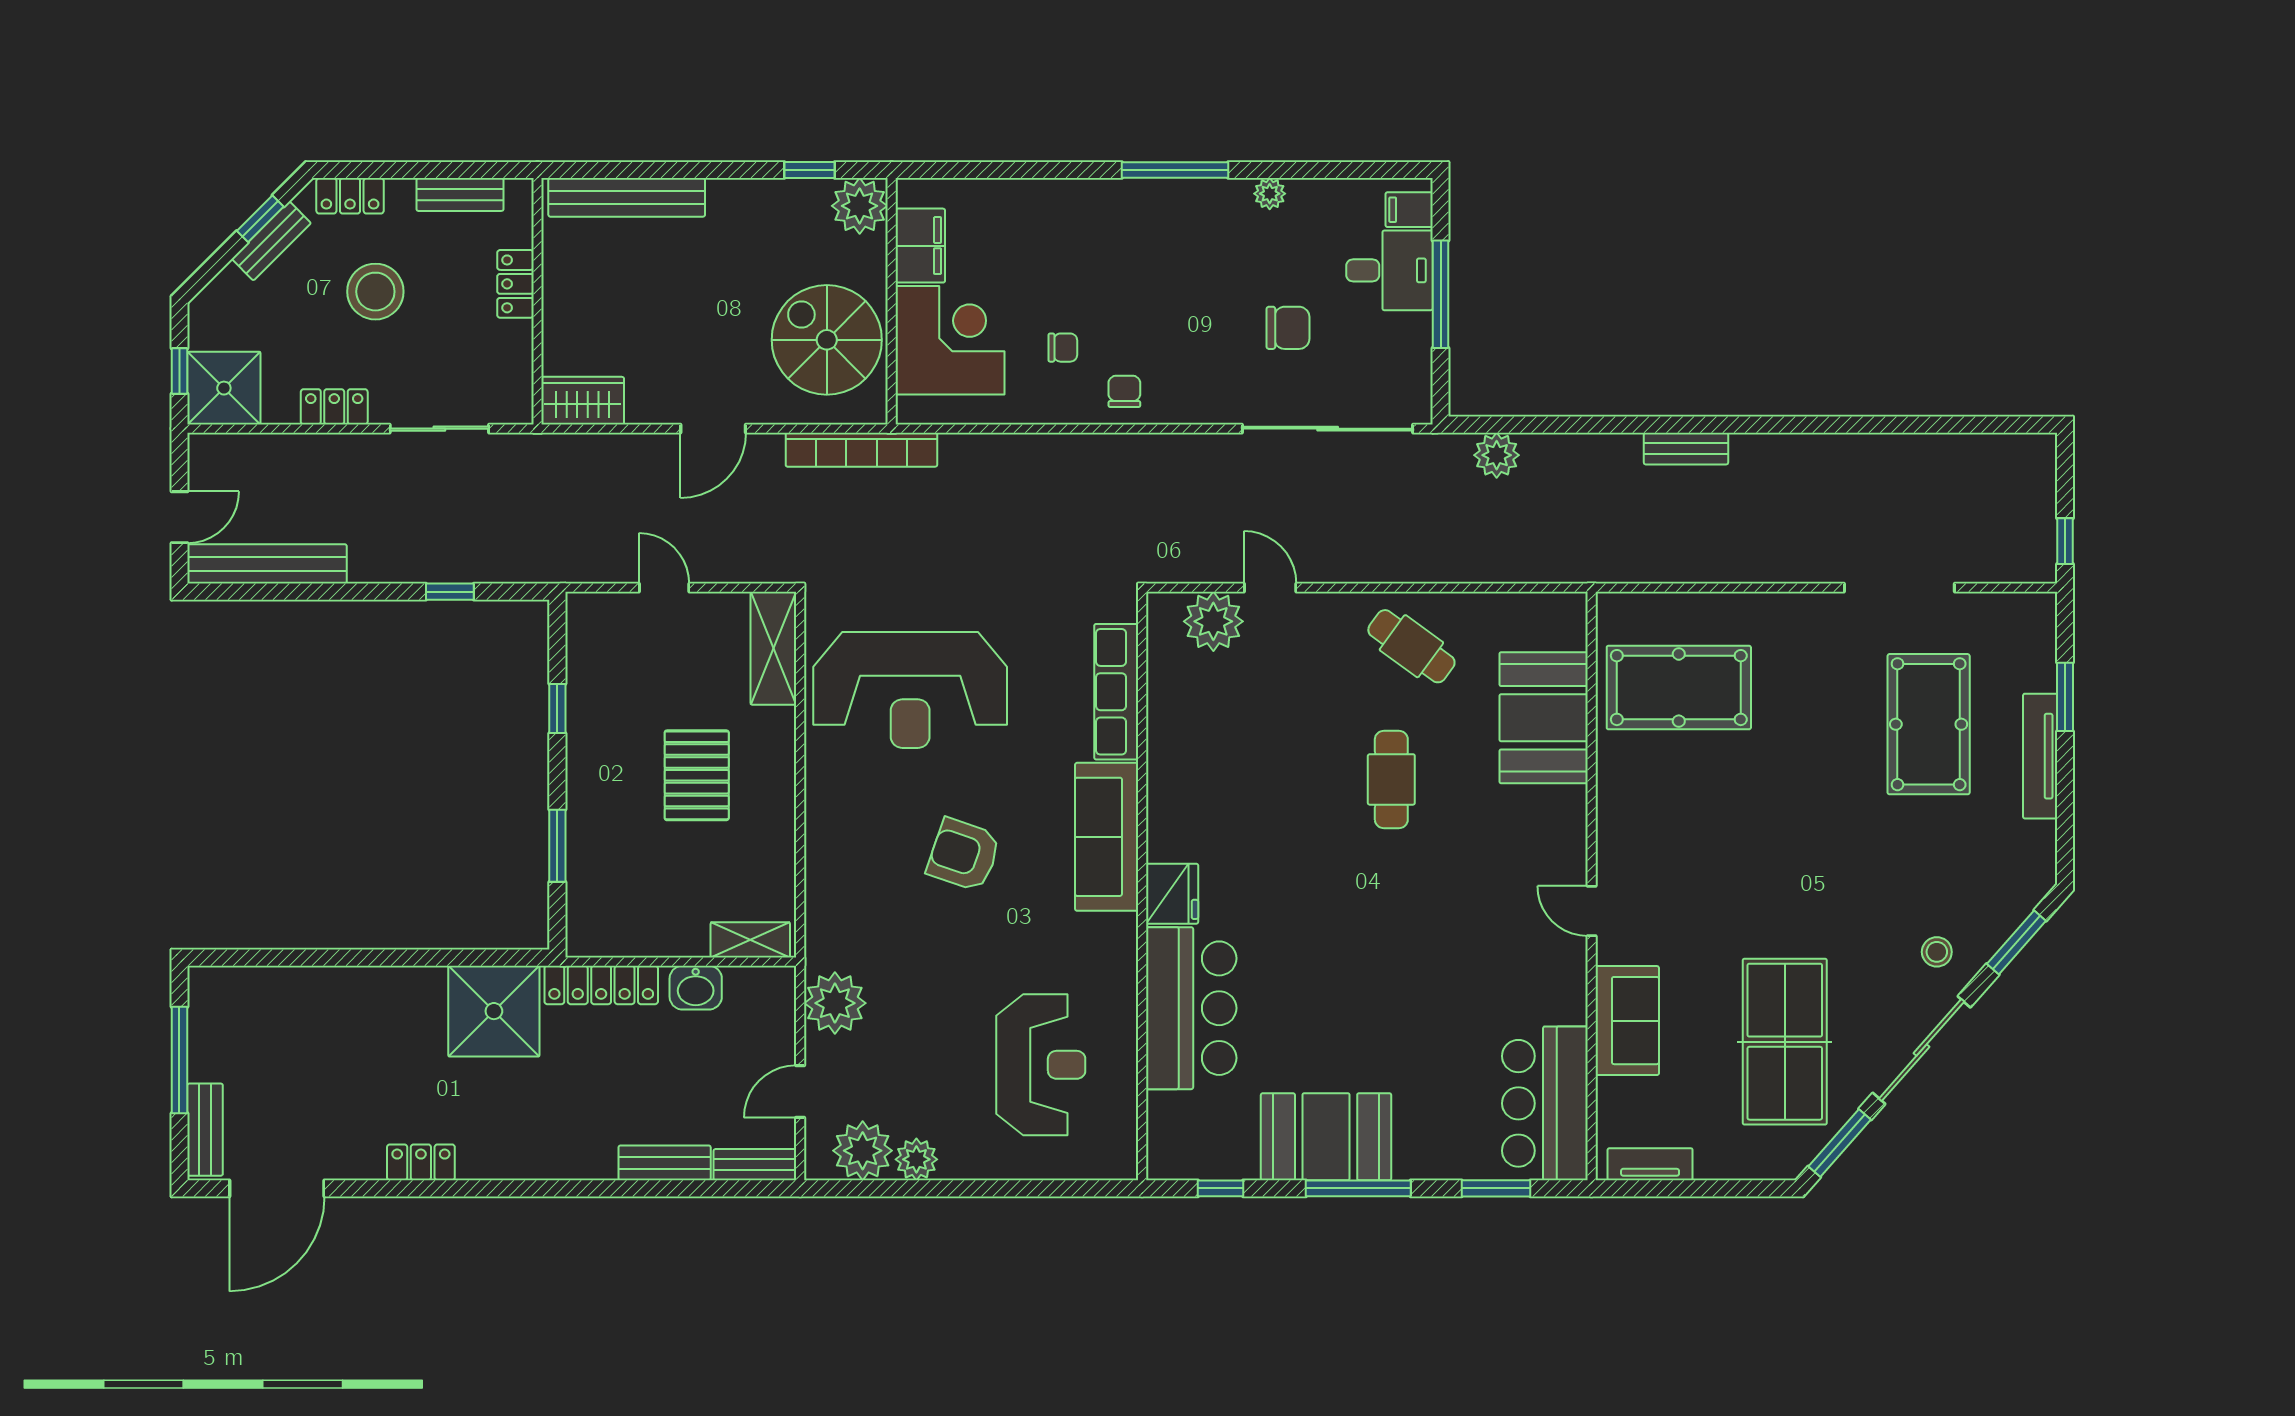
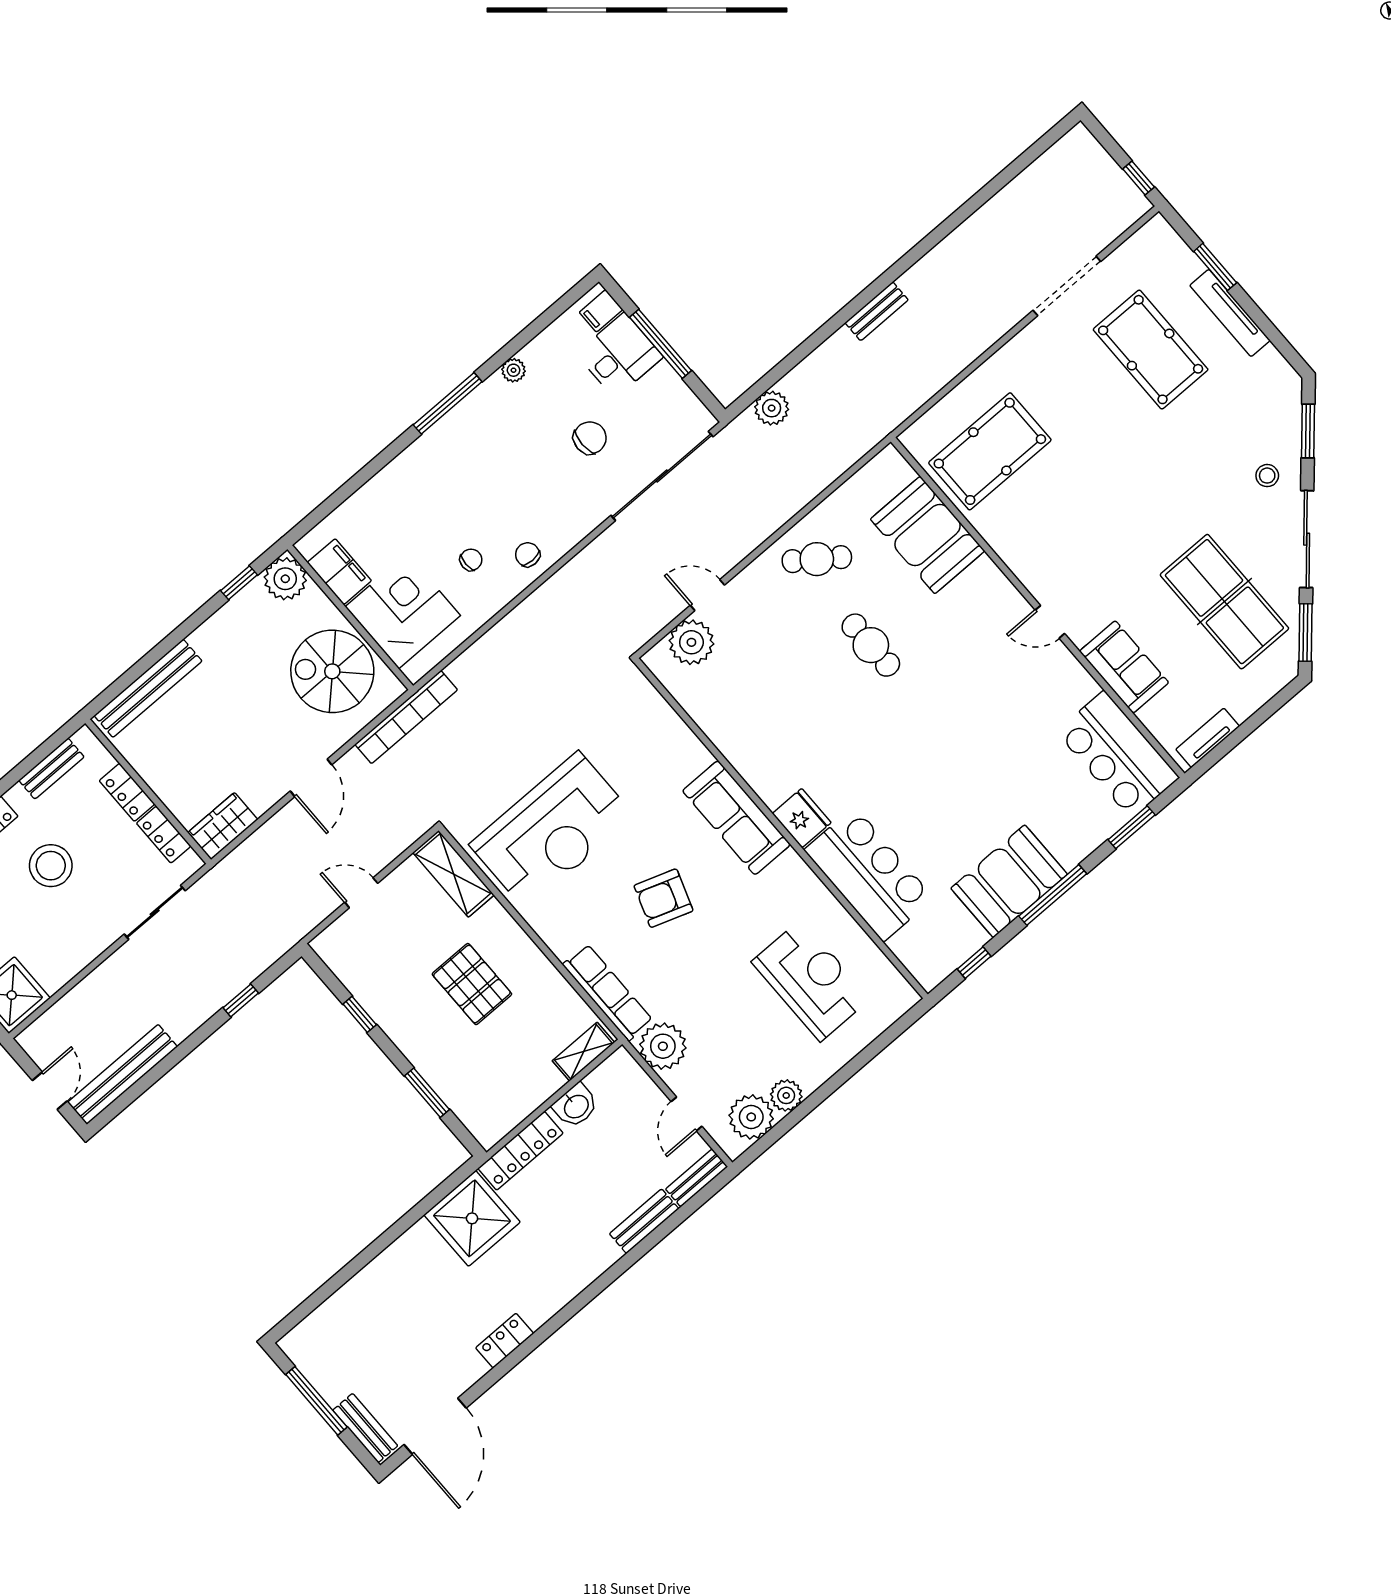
locker: (334, 407) -> (164, 835), moved, turned -90
row of seats: (1116, 692) -> (608, 992), moved, turned 180

